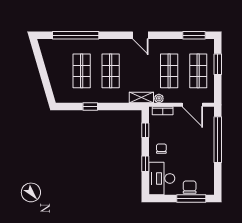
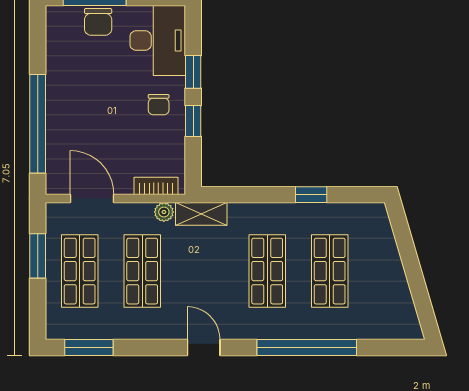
window: (76, 35) -> (307, 348), moved
window: (218, 64) -> (38, 256), moved
window: (145, 130) -> (193, 121), moved

